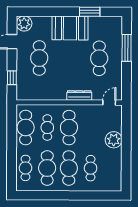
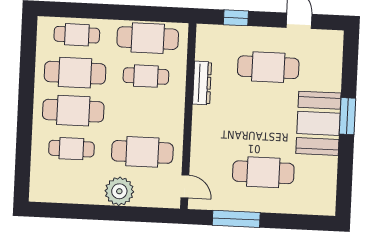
window: (90, 12) -> (347, 116), moved
plant: (24, 24) -> (330, 43), removed
window: (127, 48) -> (236, 219), moved
dresser: (79, 95) -> (202, 83), moved
cafe table: (69, 128) -> (142, 152), moved

